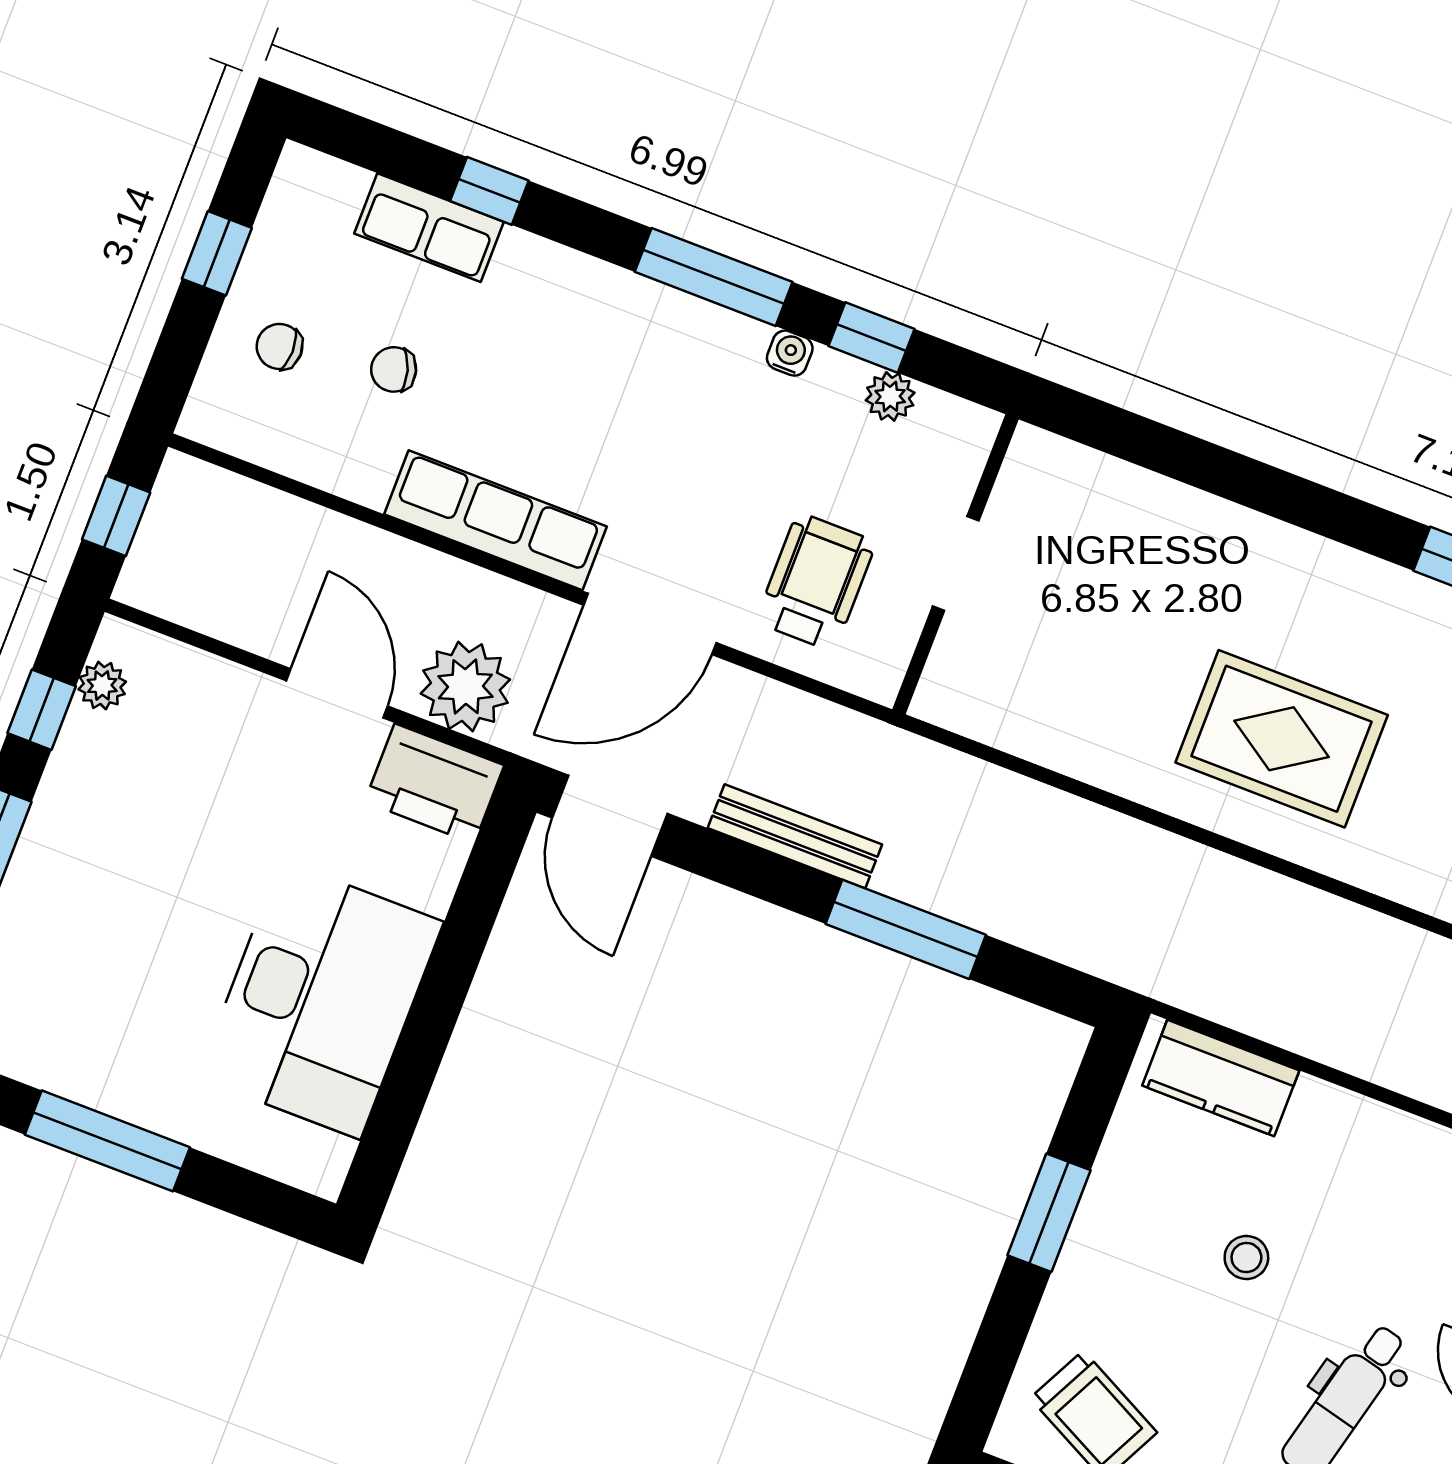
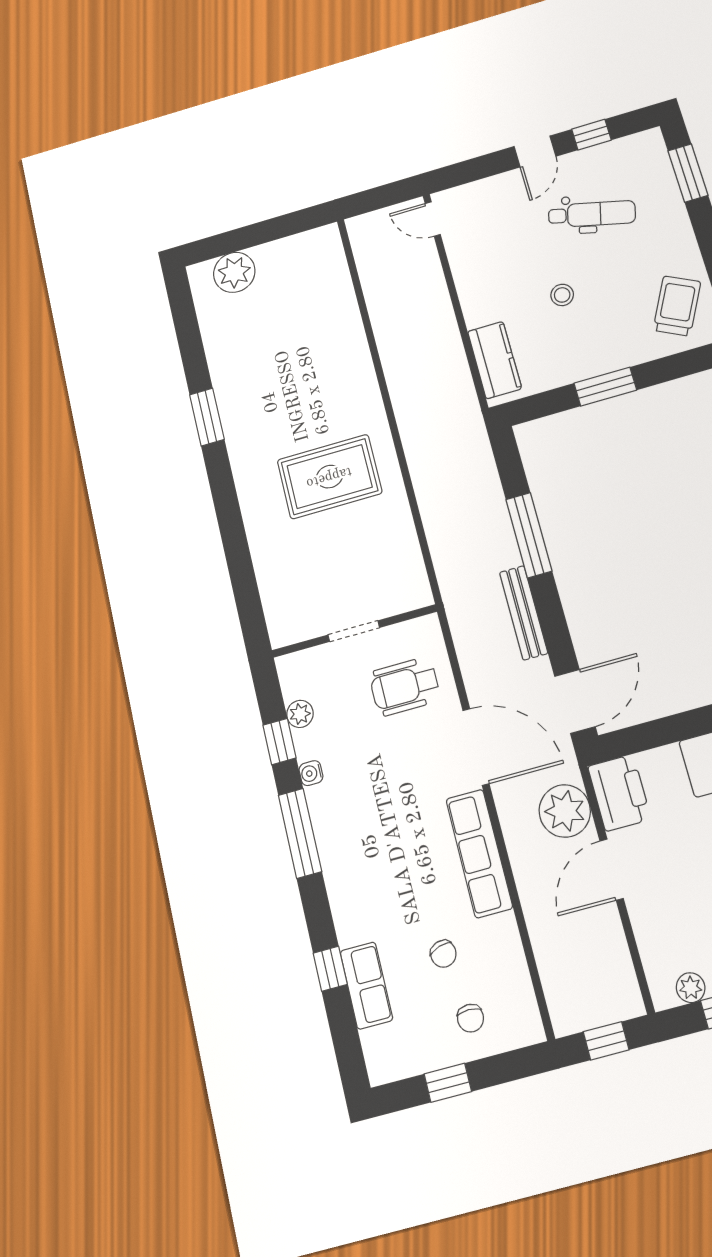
rug: (1282, 739) -> (329, 477), moved, turned 90

